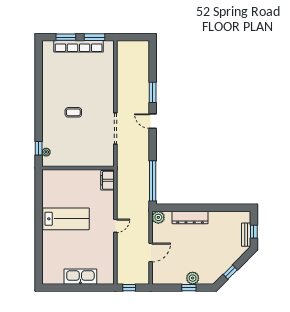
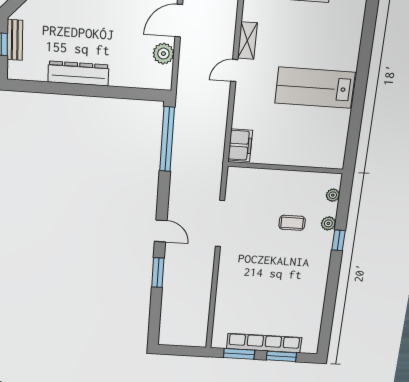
coffee table: (73, 112) -> (292, 223), moved
plant: (47, 133) -> (328, 223), added
window: (39, 148) -> (338, 240), moved
plant: (158, 217) -> (163, 54), moved
dresser: (190, 217) -> (78, 73), moved
shelving: (109, 244) -> (247, 41), added

